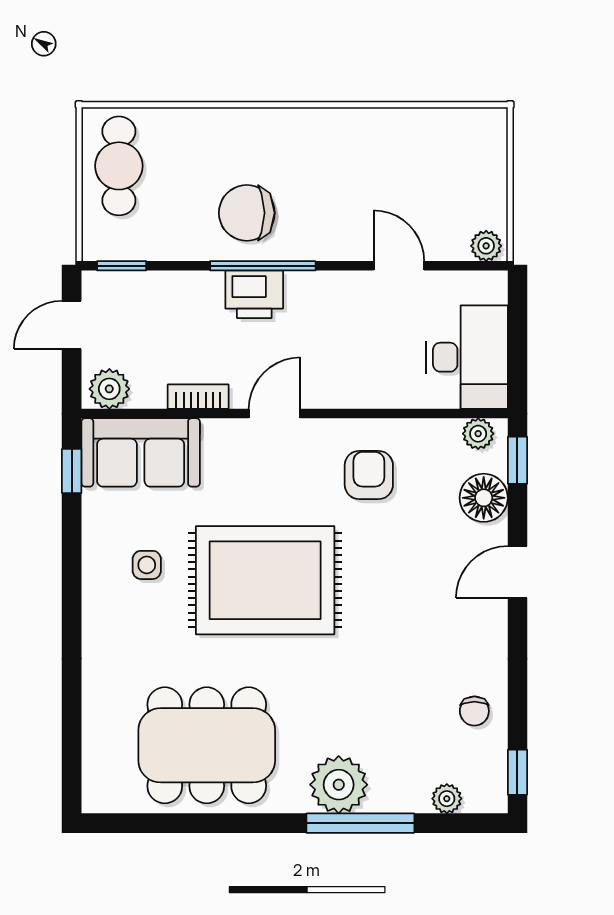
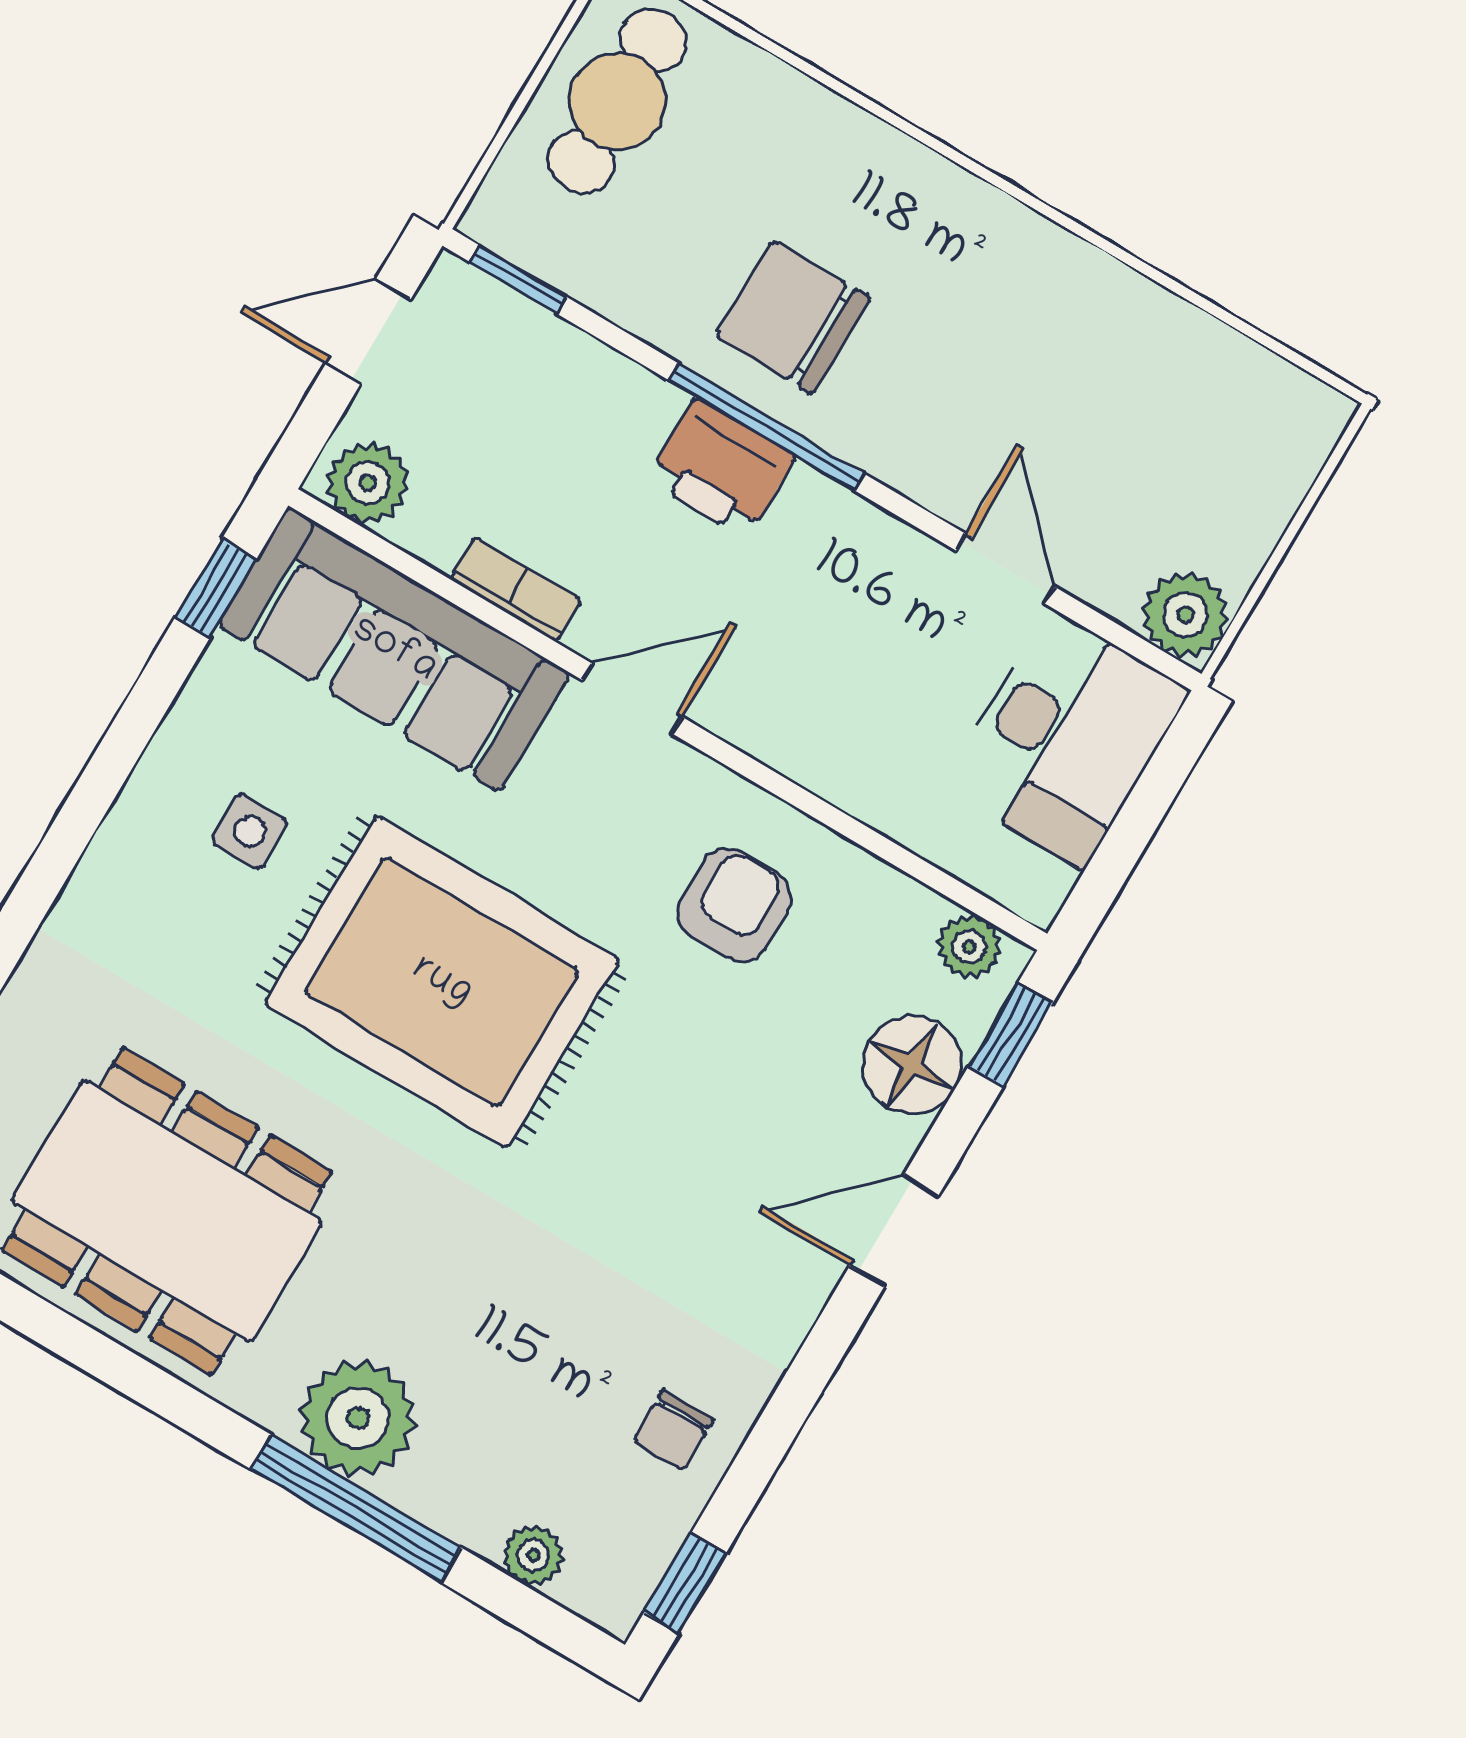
plant: (486, 246) -> (1185, 615), width x1.38, depth x1.38
desk: (467, 357) -> (1066, 739), moved
sofa: (141, 452) -> (394, 650), width x1.36

